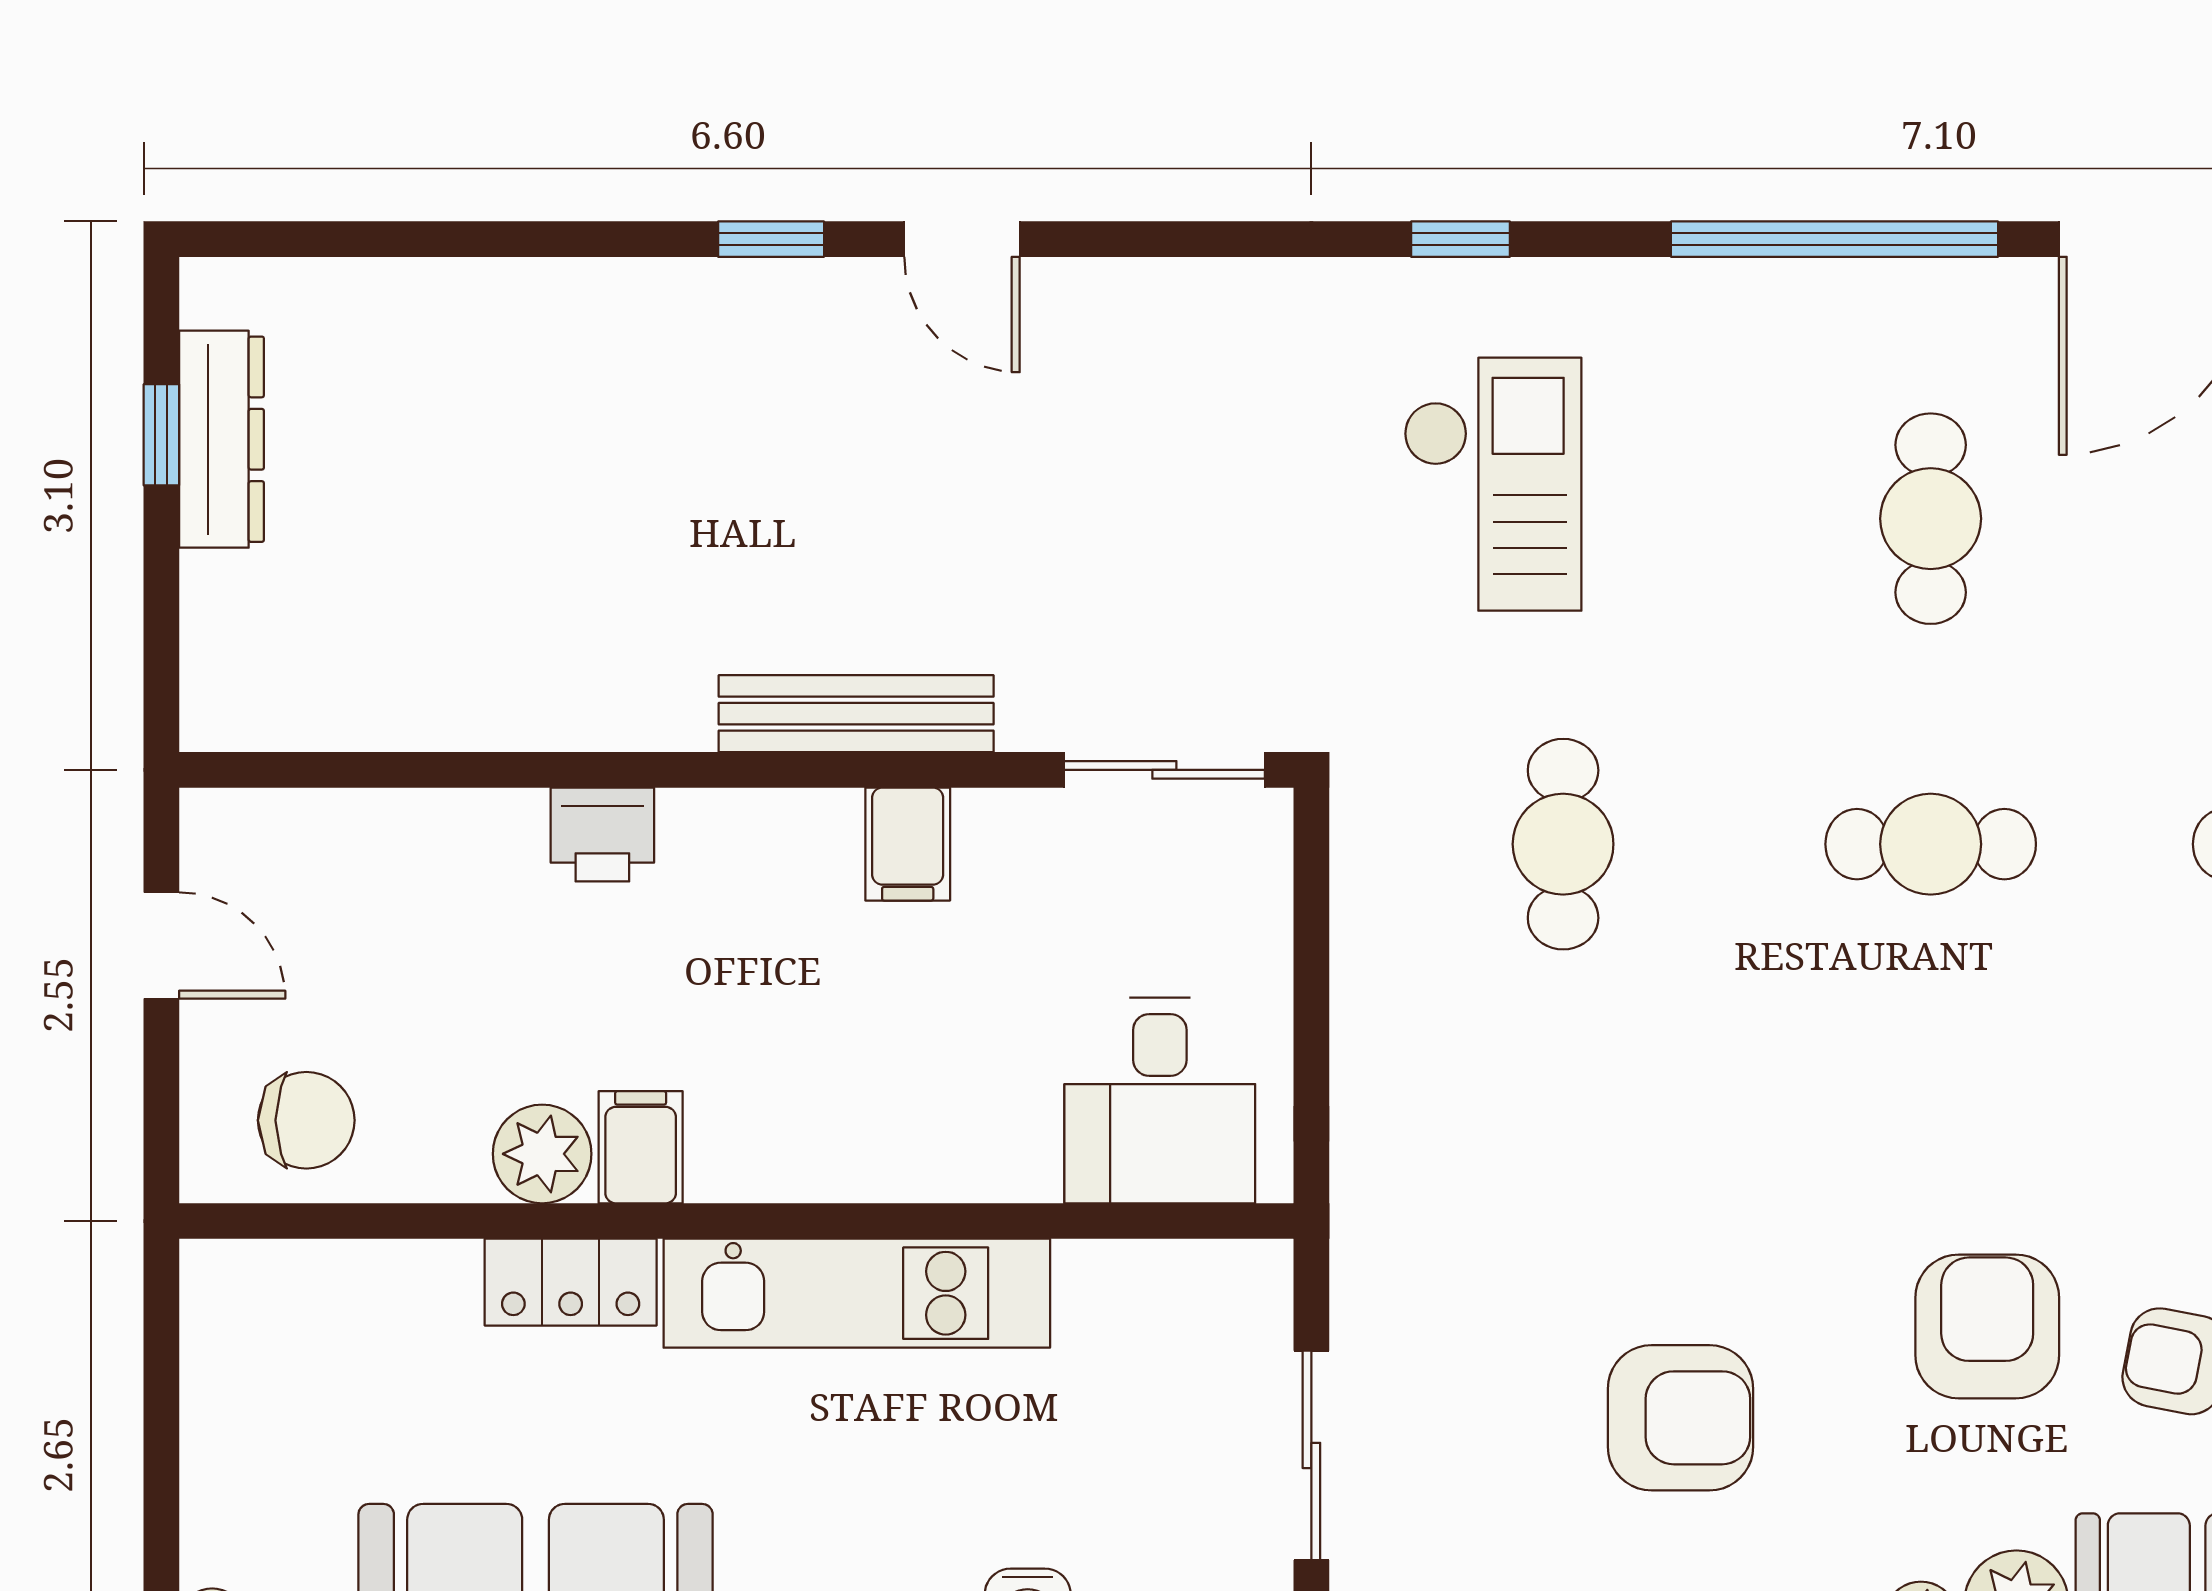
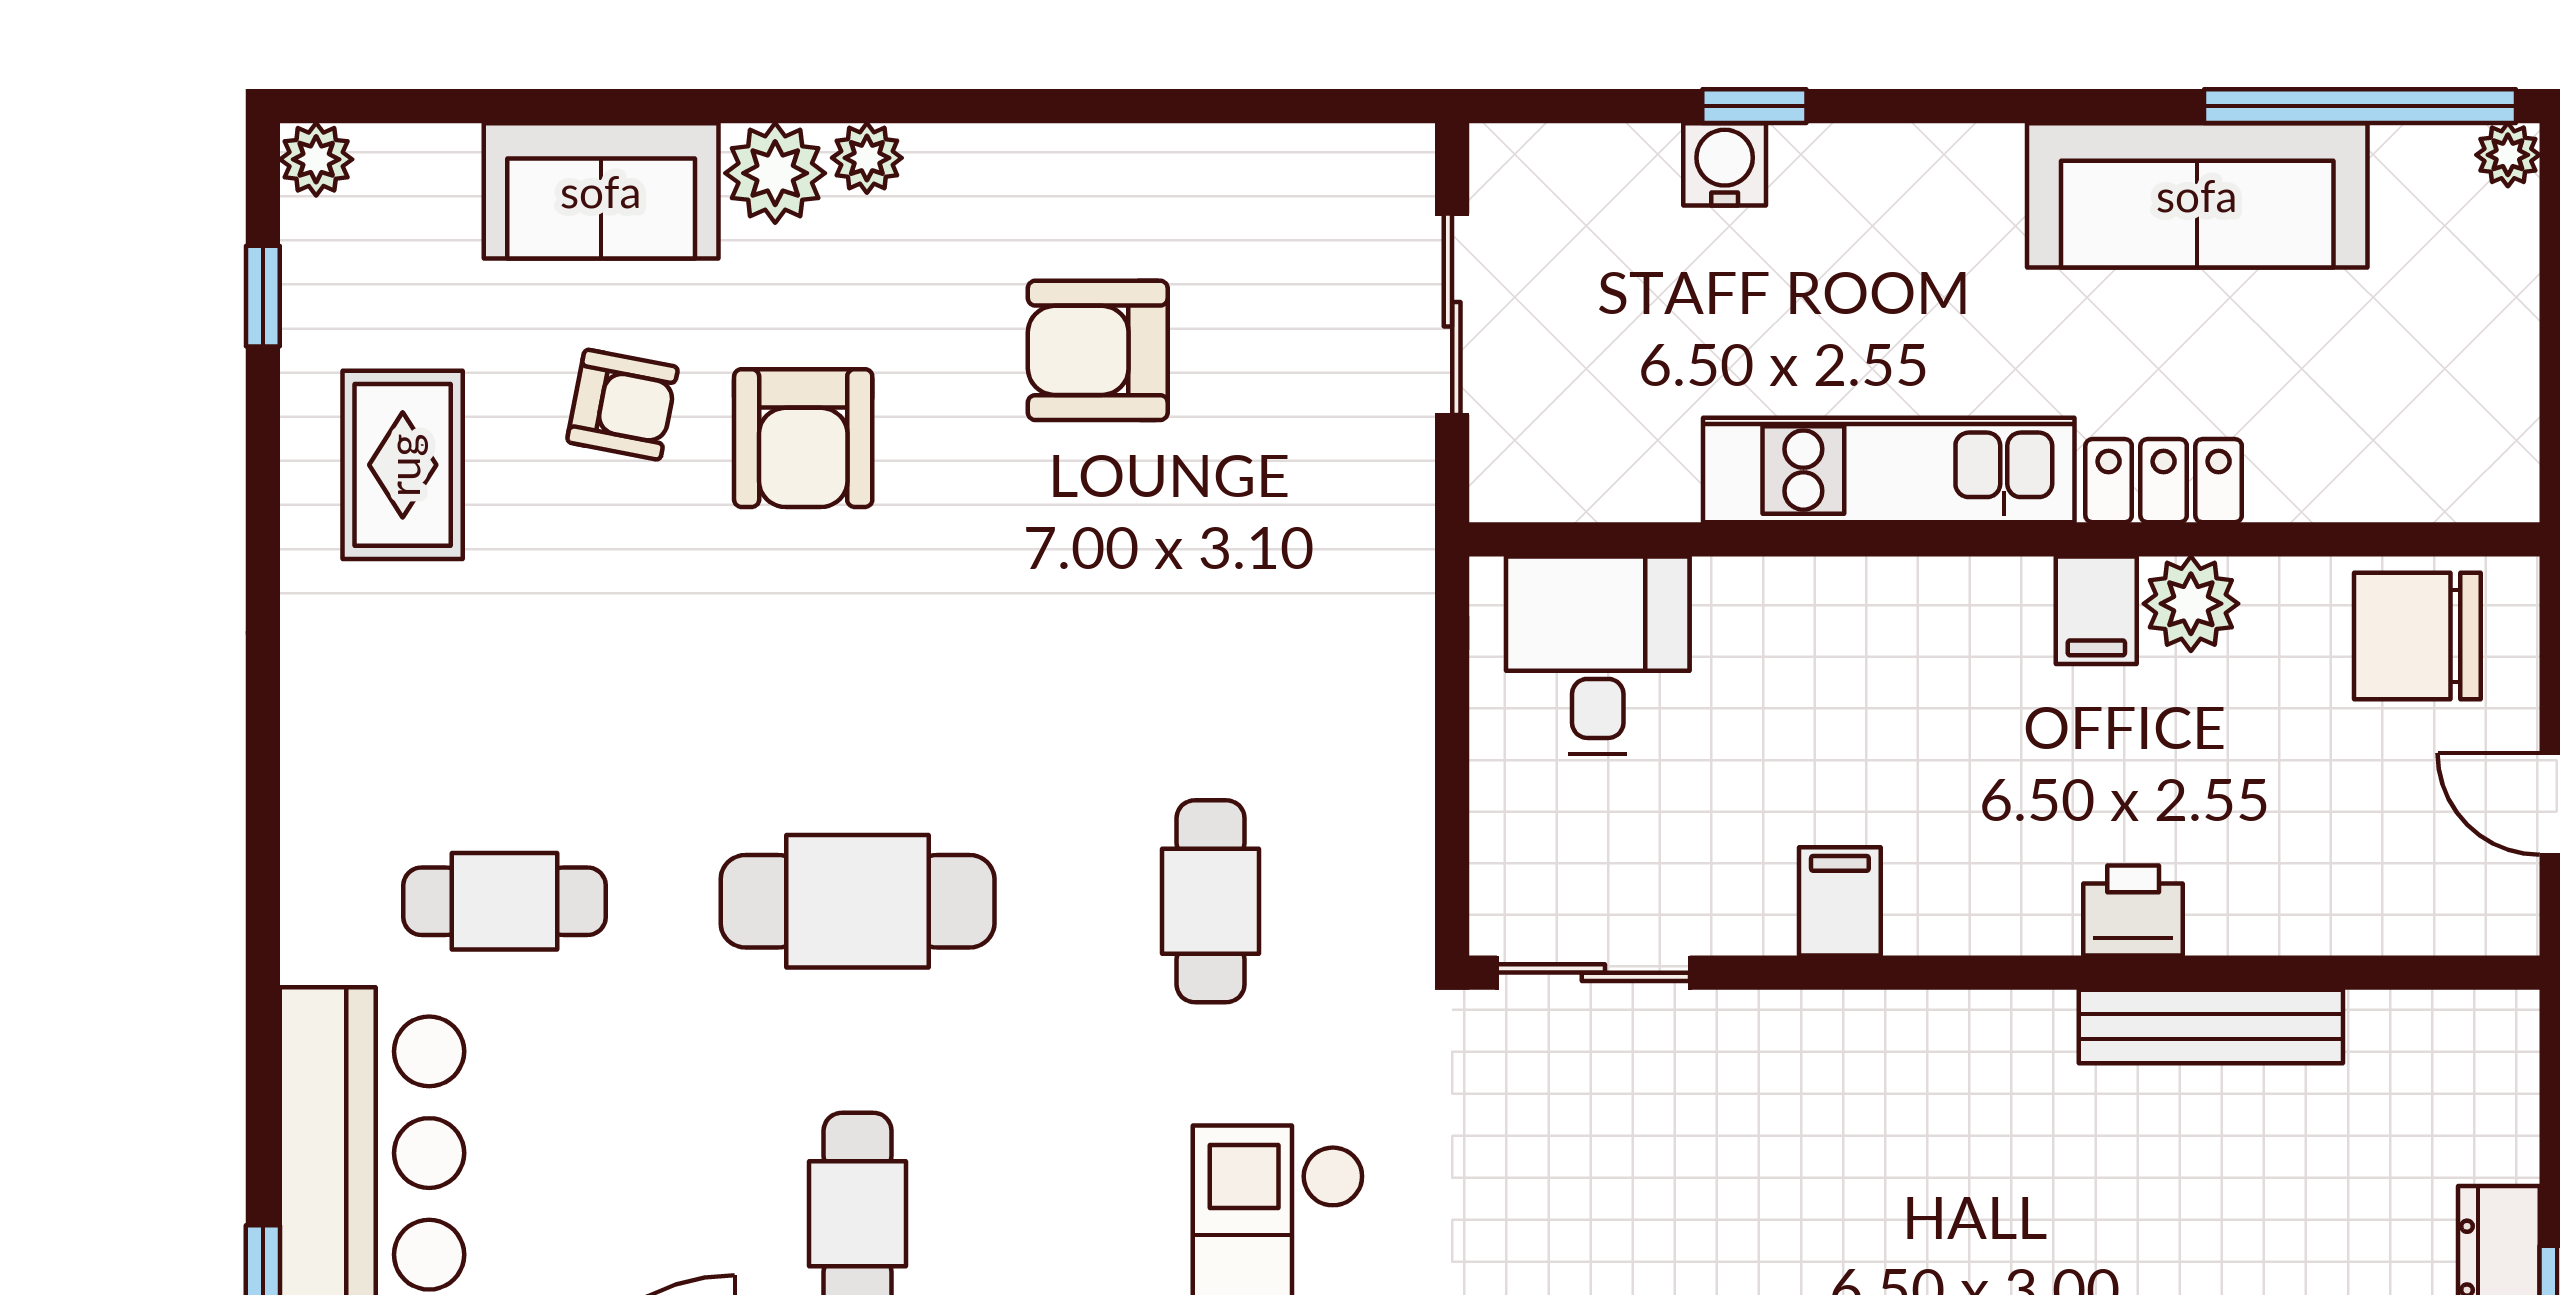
bench: (856, 714) -> (2211, 1027), moved
cafe table: (1931, 844) -> (858, 901), width x1.37, depth x1.35
chair: (306, 1120) -> (2417, 636), width x1.37, depth x1.37

